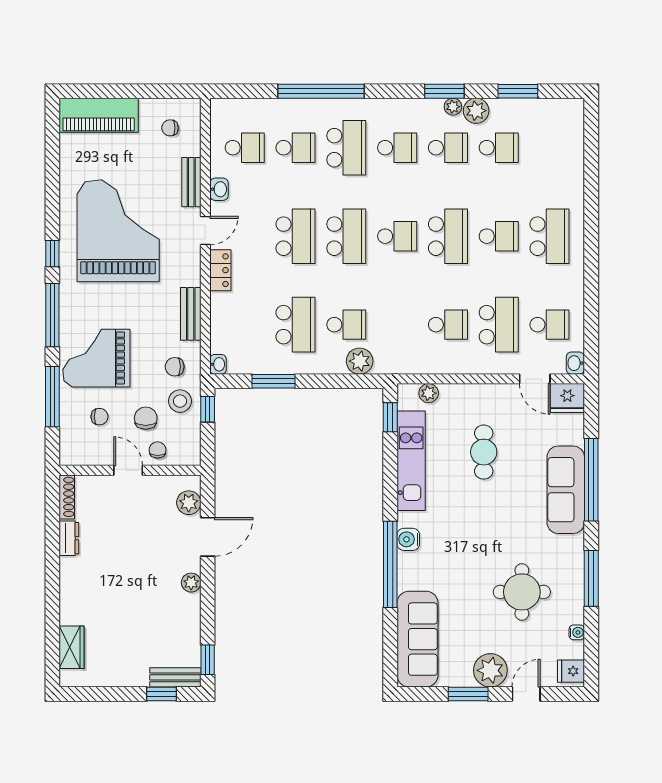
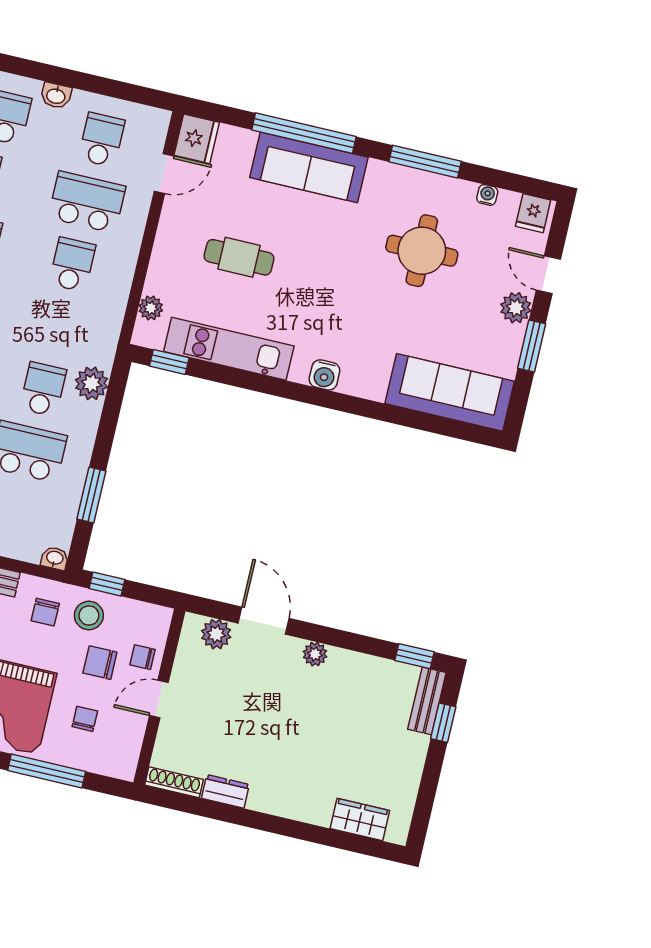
washbasin: (575, 363) -> (56, 96), moved
window: (390, 564) -> (350, 404), removed
plant: (490, 670) -> (516, 308), width x0.73, depth x0.73

